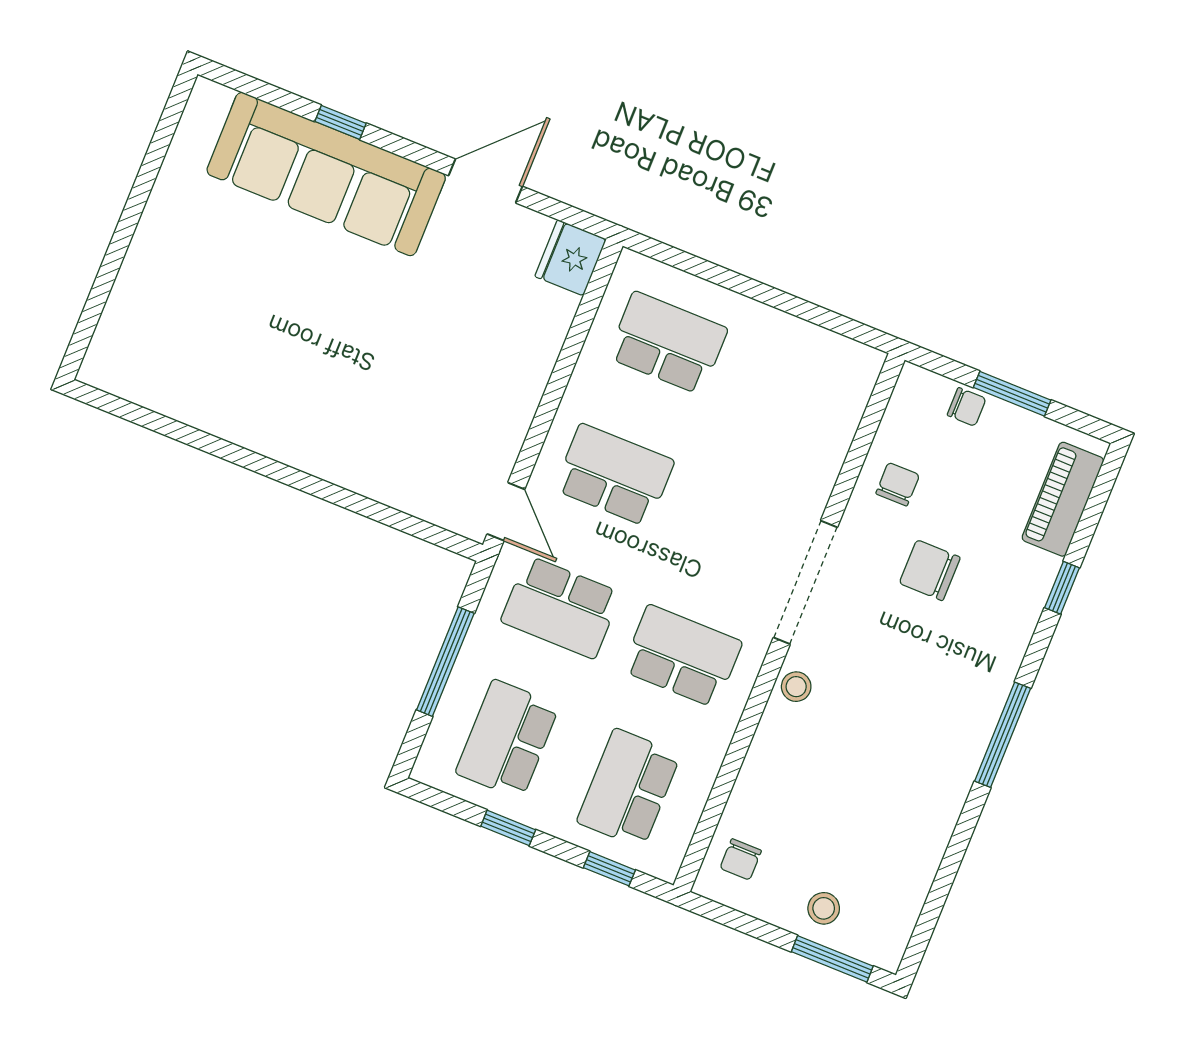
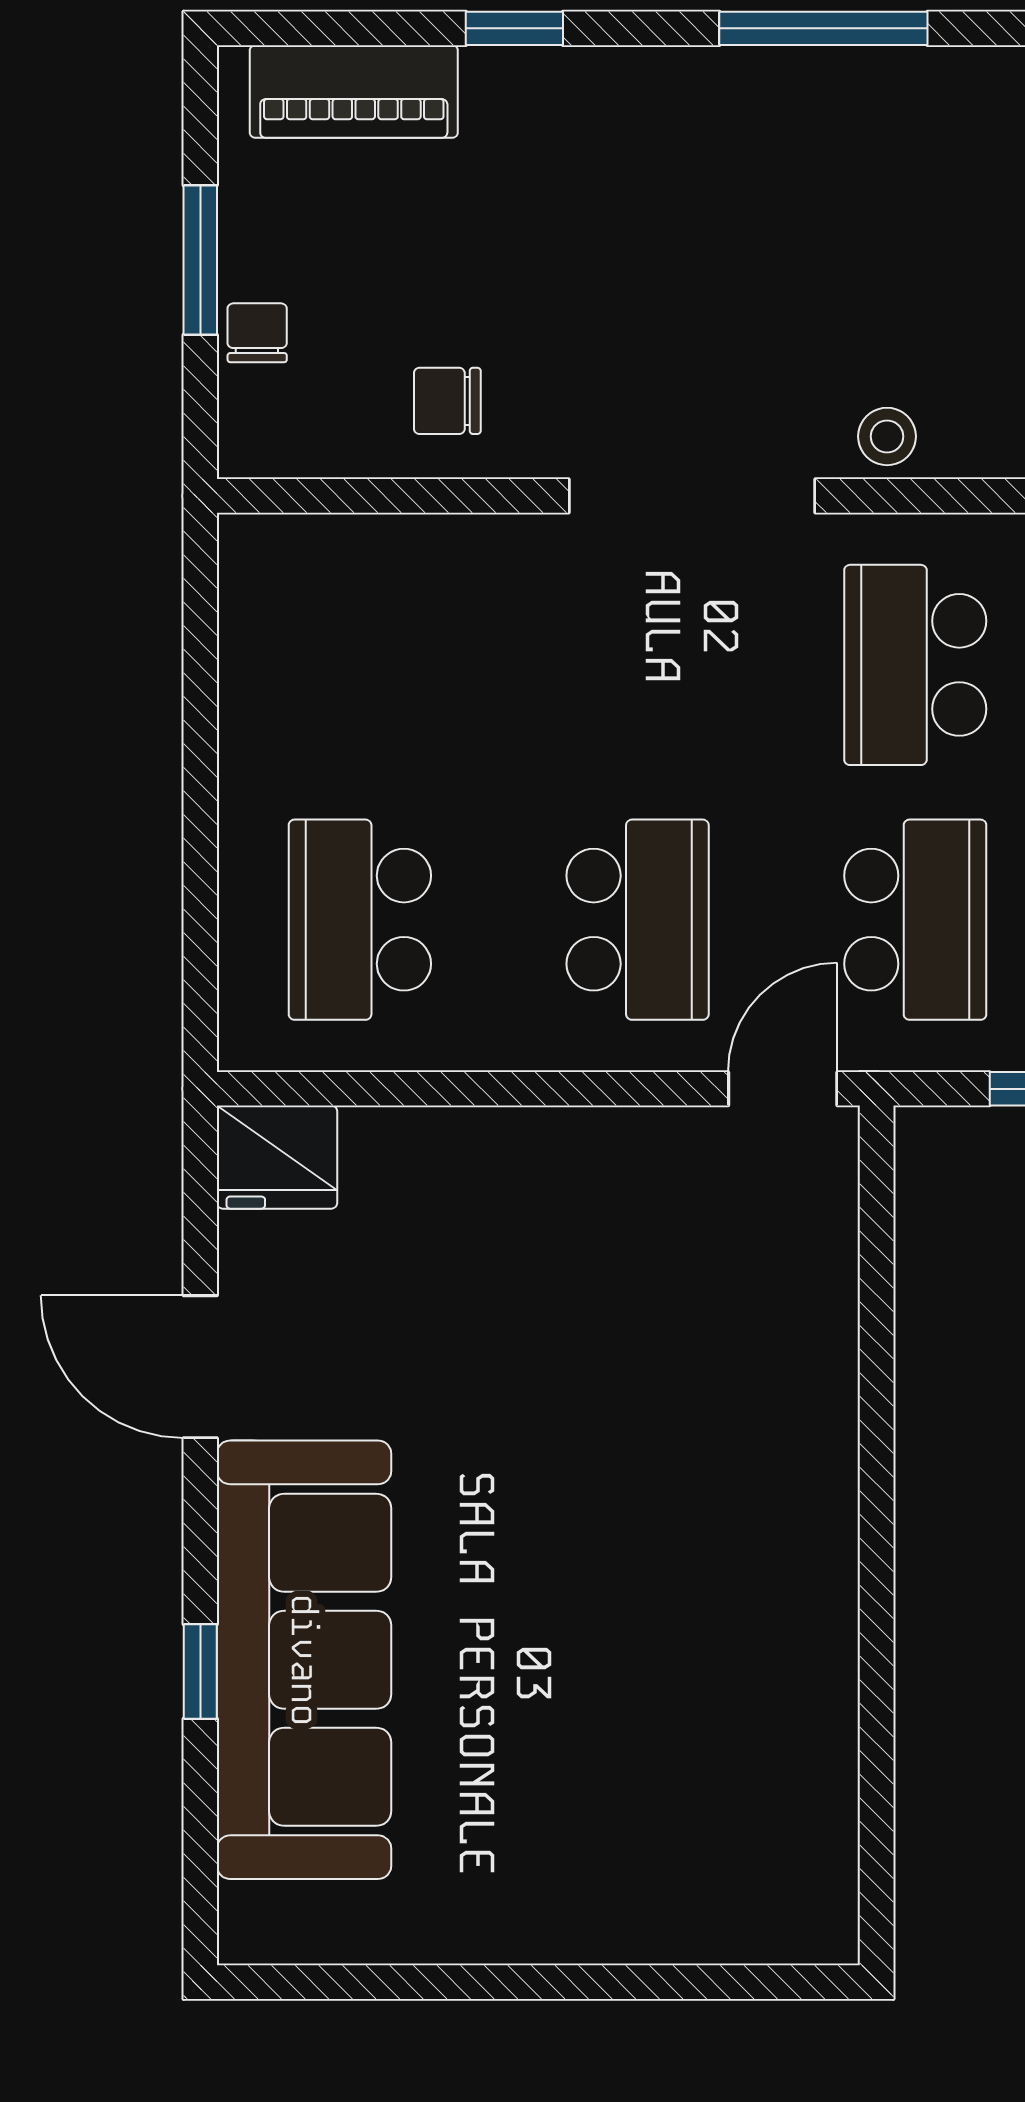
school desk: (614, 475) -> (638, 920), turned 180
chair: (930, 570) -> (579, 280), removed

